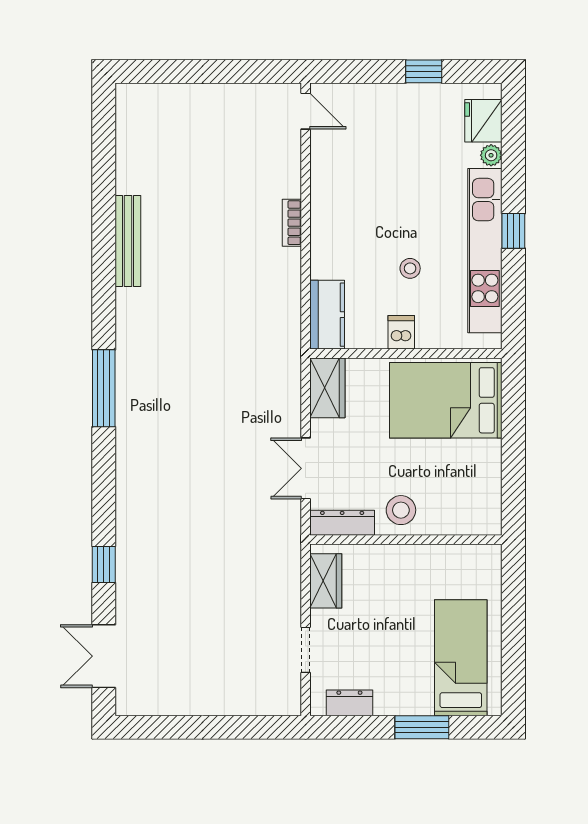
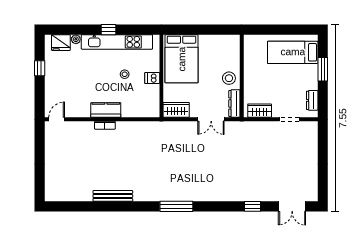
kitchen counter: (327, 315) -> (106, 110), moved

